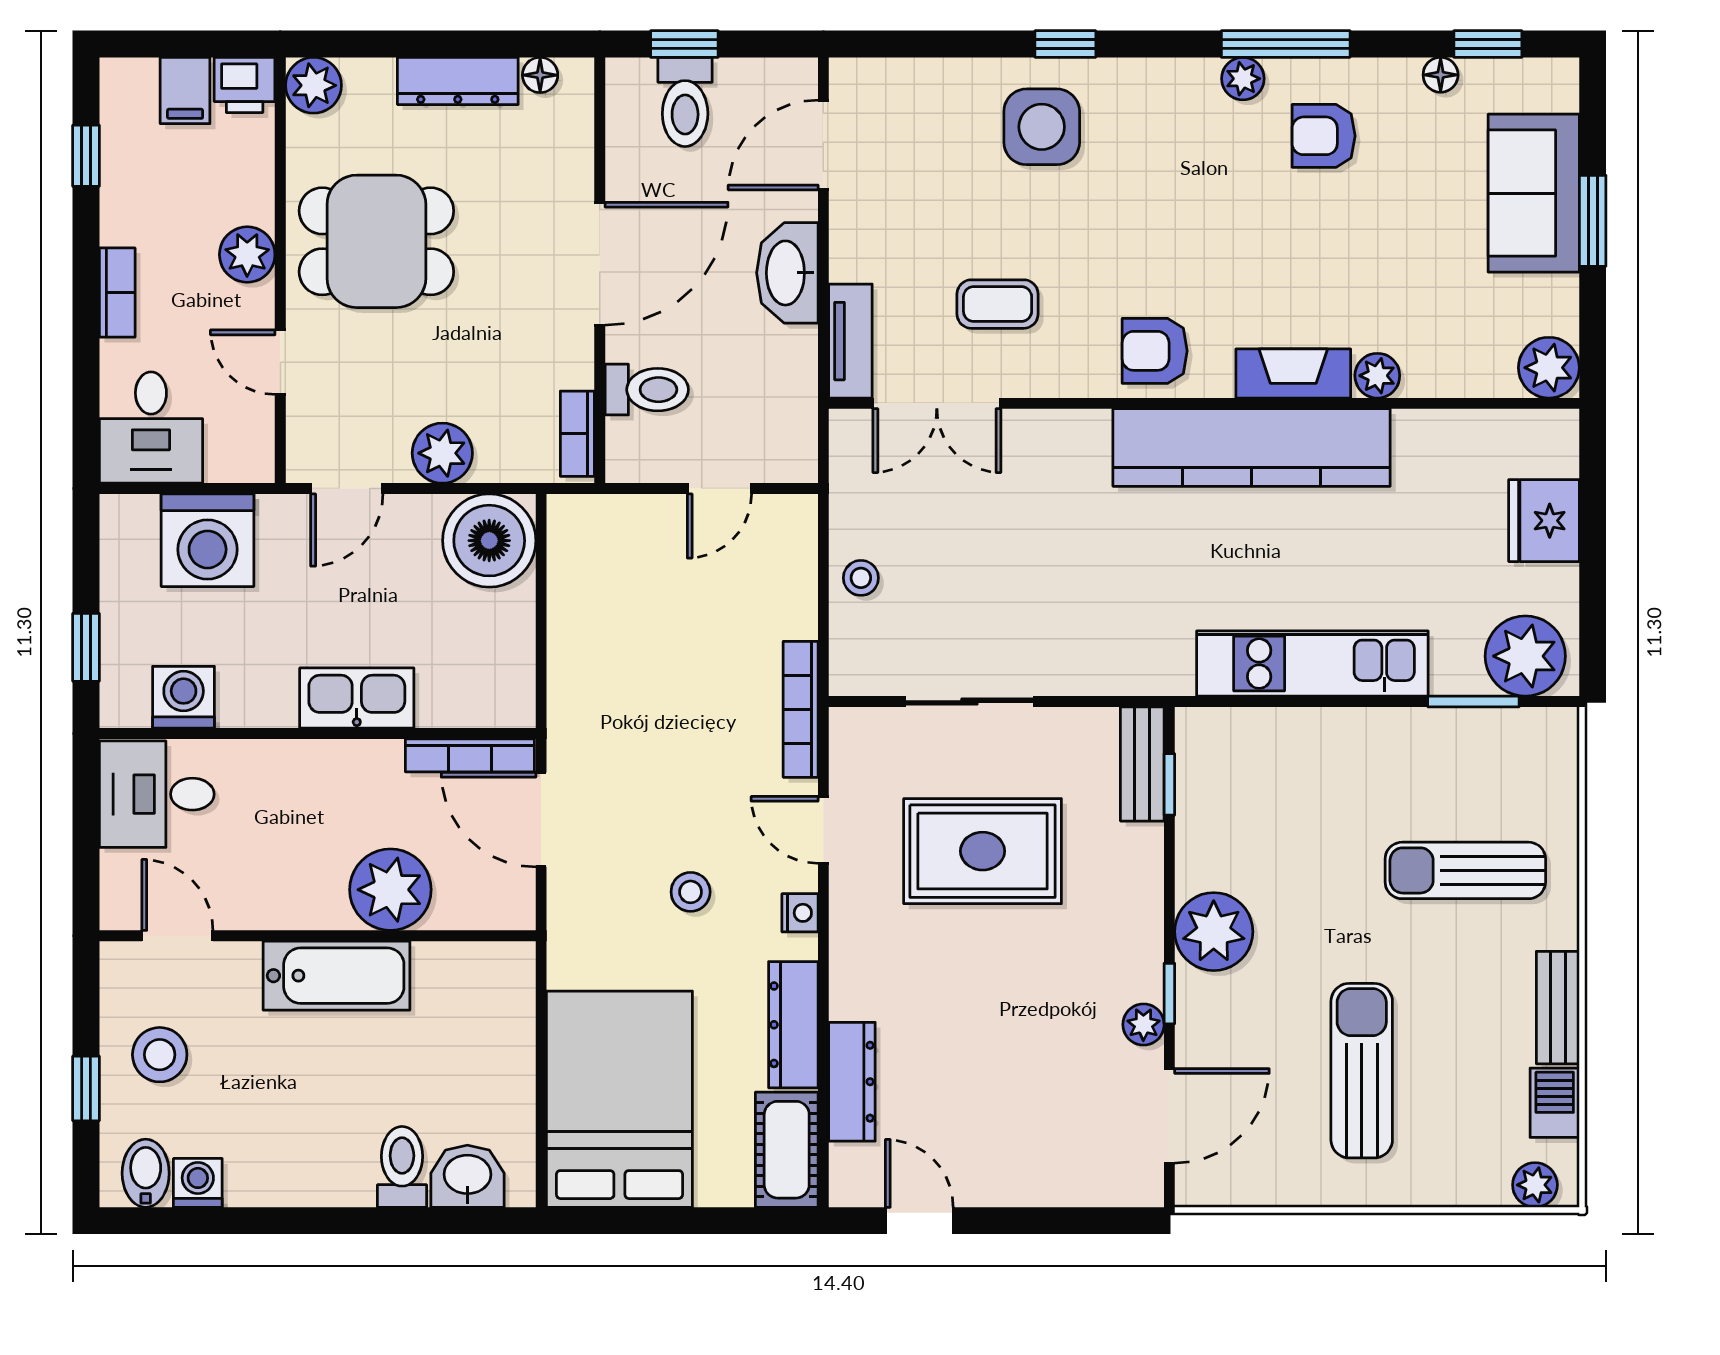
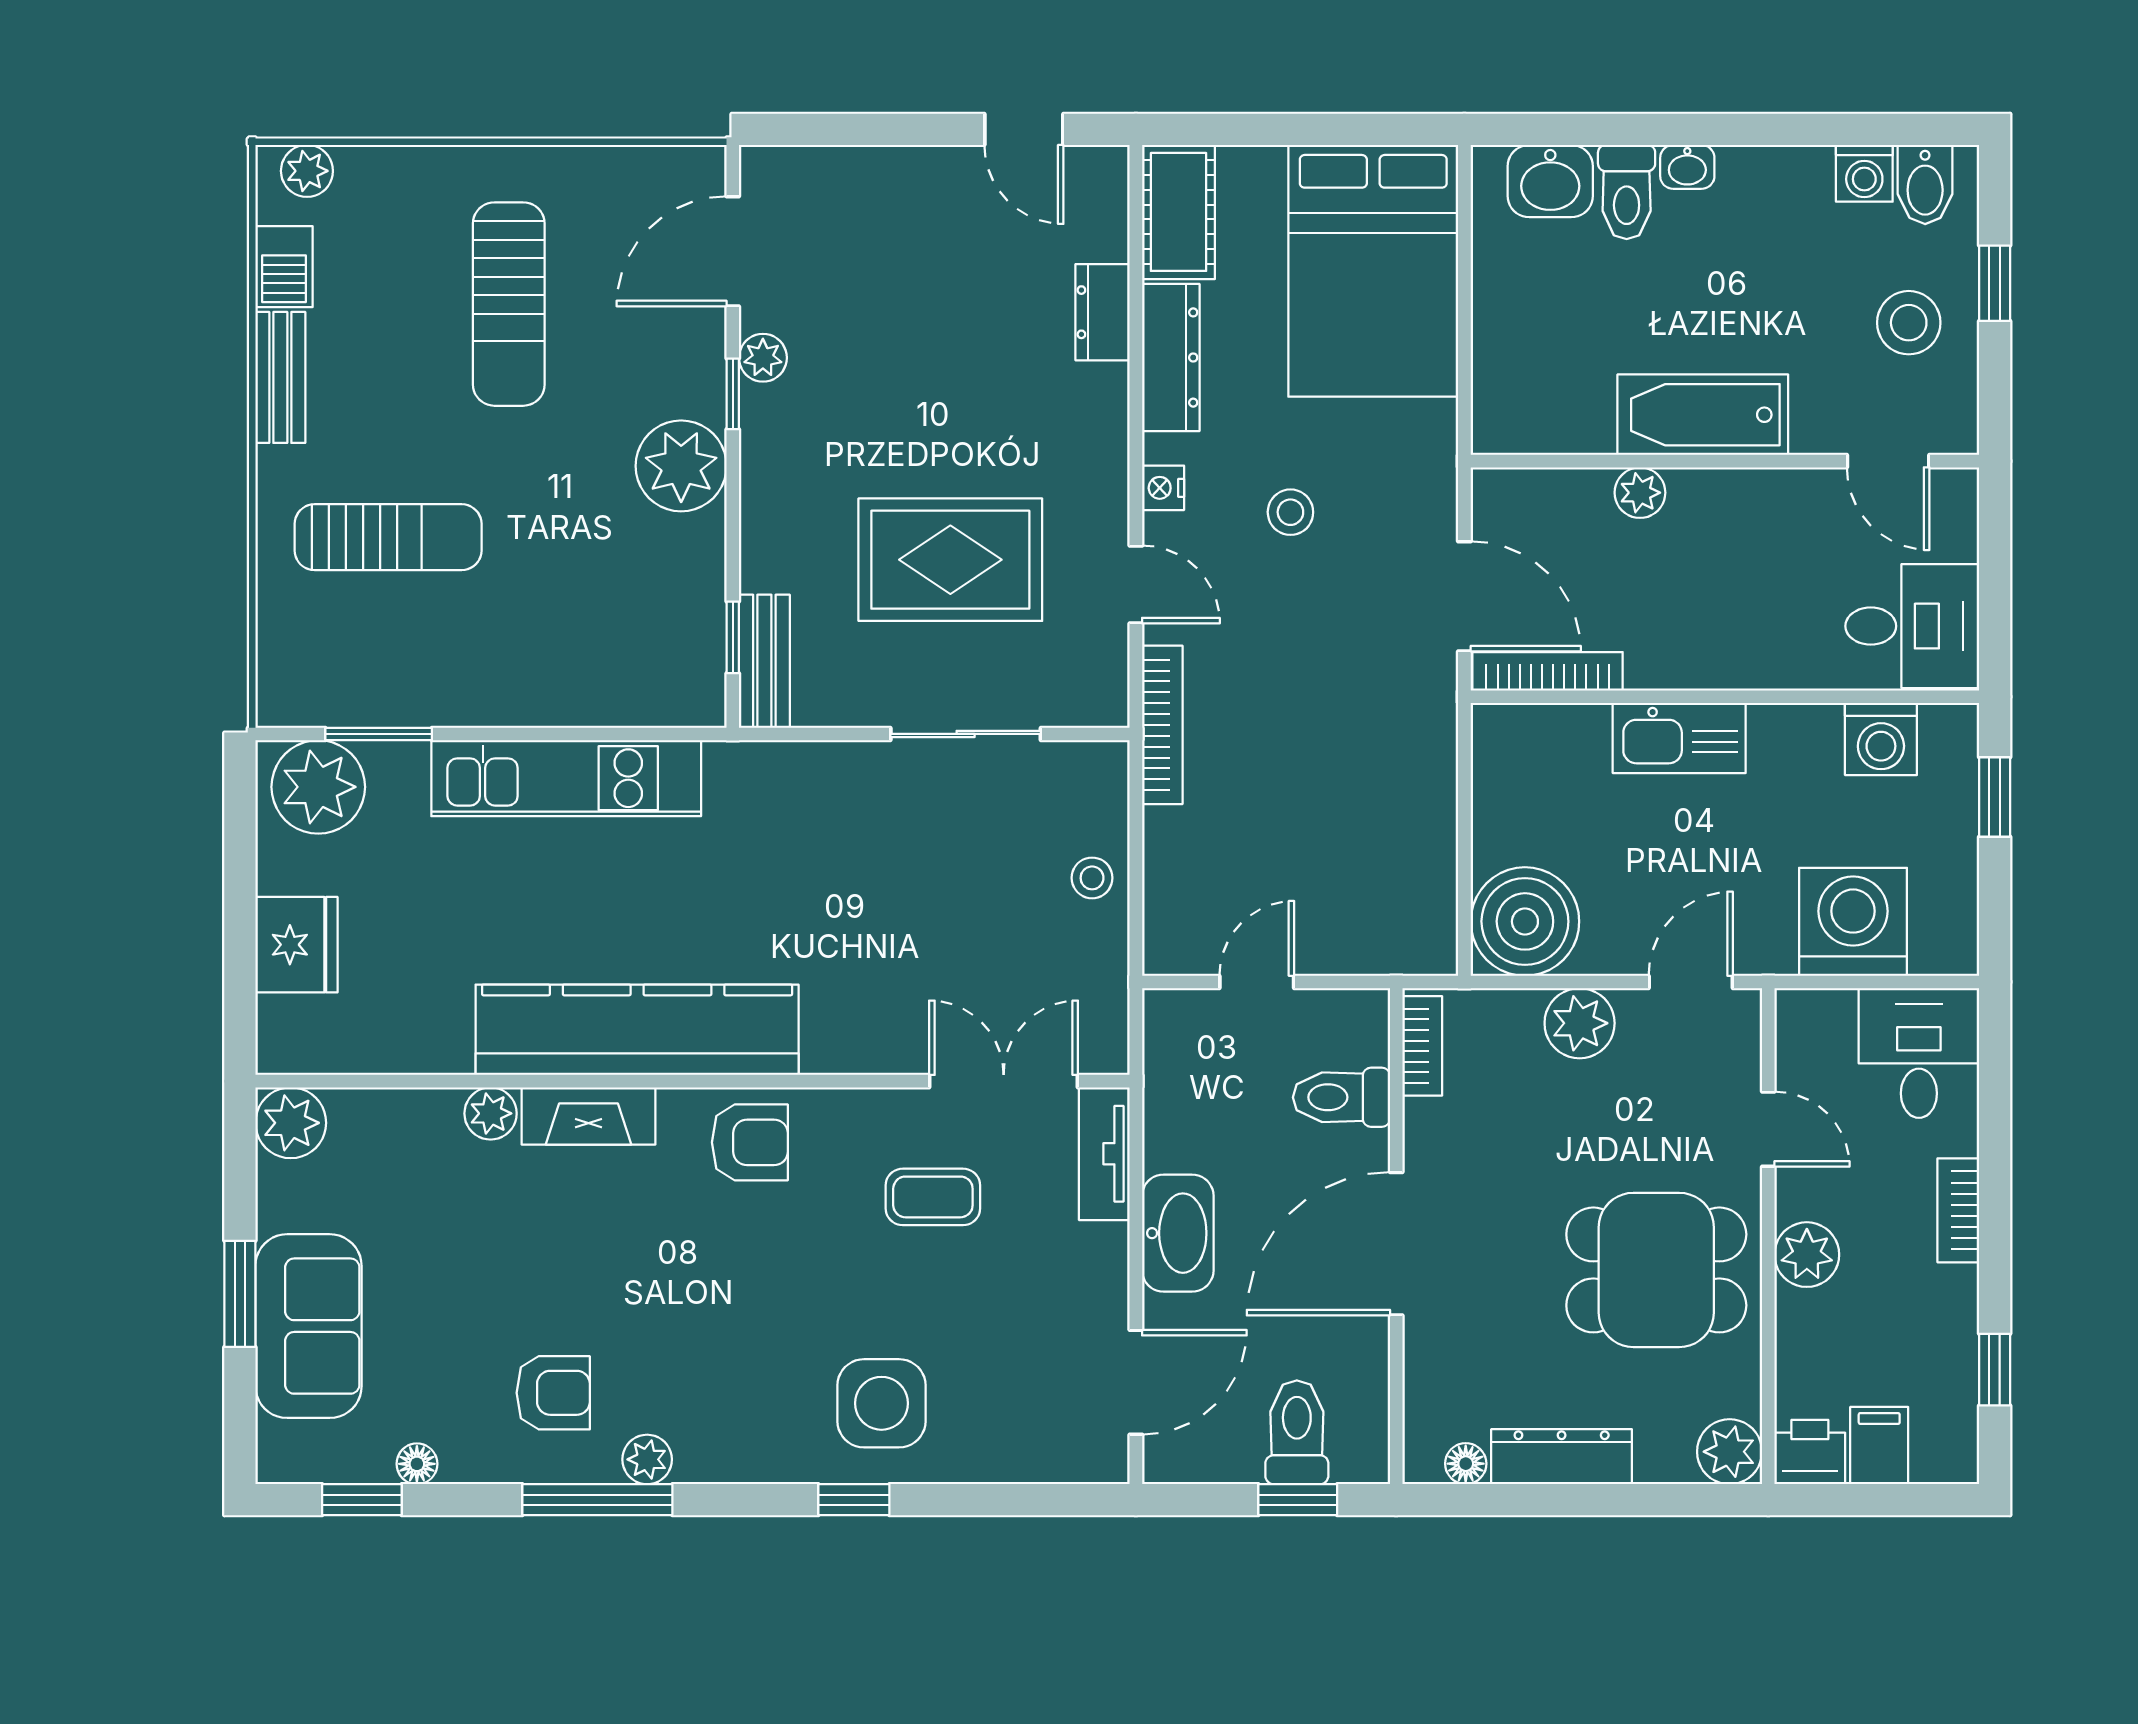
plant: (390, 890) -> (1640, 493), width x0.53, depth x0.53
dresser: (852, 1082) -> (1103, 312), width x0.70
washbasin: (350, 1188) -> (1687, 167), added

